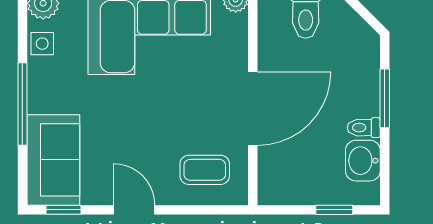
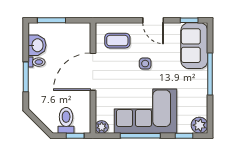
side table: (42, 44) -> (145, 64), moved
window: (334, 210) -> (52, 20), width x1.50

